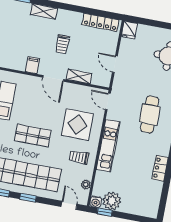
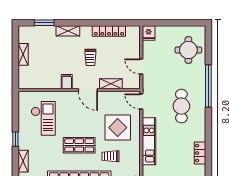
locker: (101, 22) -> (109, 31), moved
trolley: (79, 157) -> (110, 156), moved

